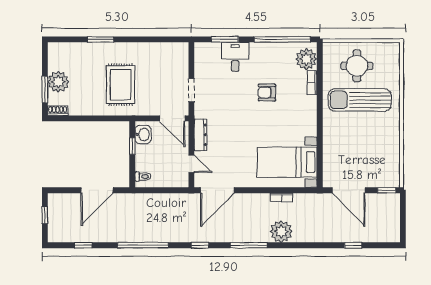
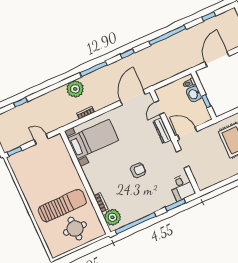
desk: (235, 57) -> (182, 187), moved
armchair: (267, 92) -> (138, 170), moved
washbasin: (143, 135) -> (194, 94), moved
door: (191, 164) -> (159, 108), hinge flipped
door: (349, 190) -> (41, 139), width x0.53

